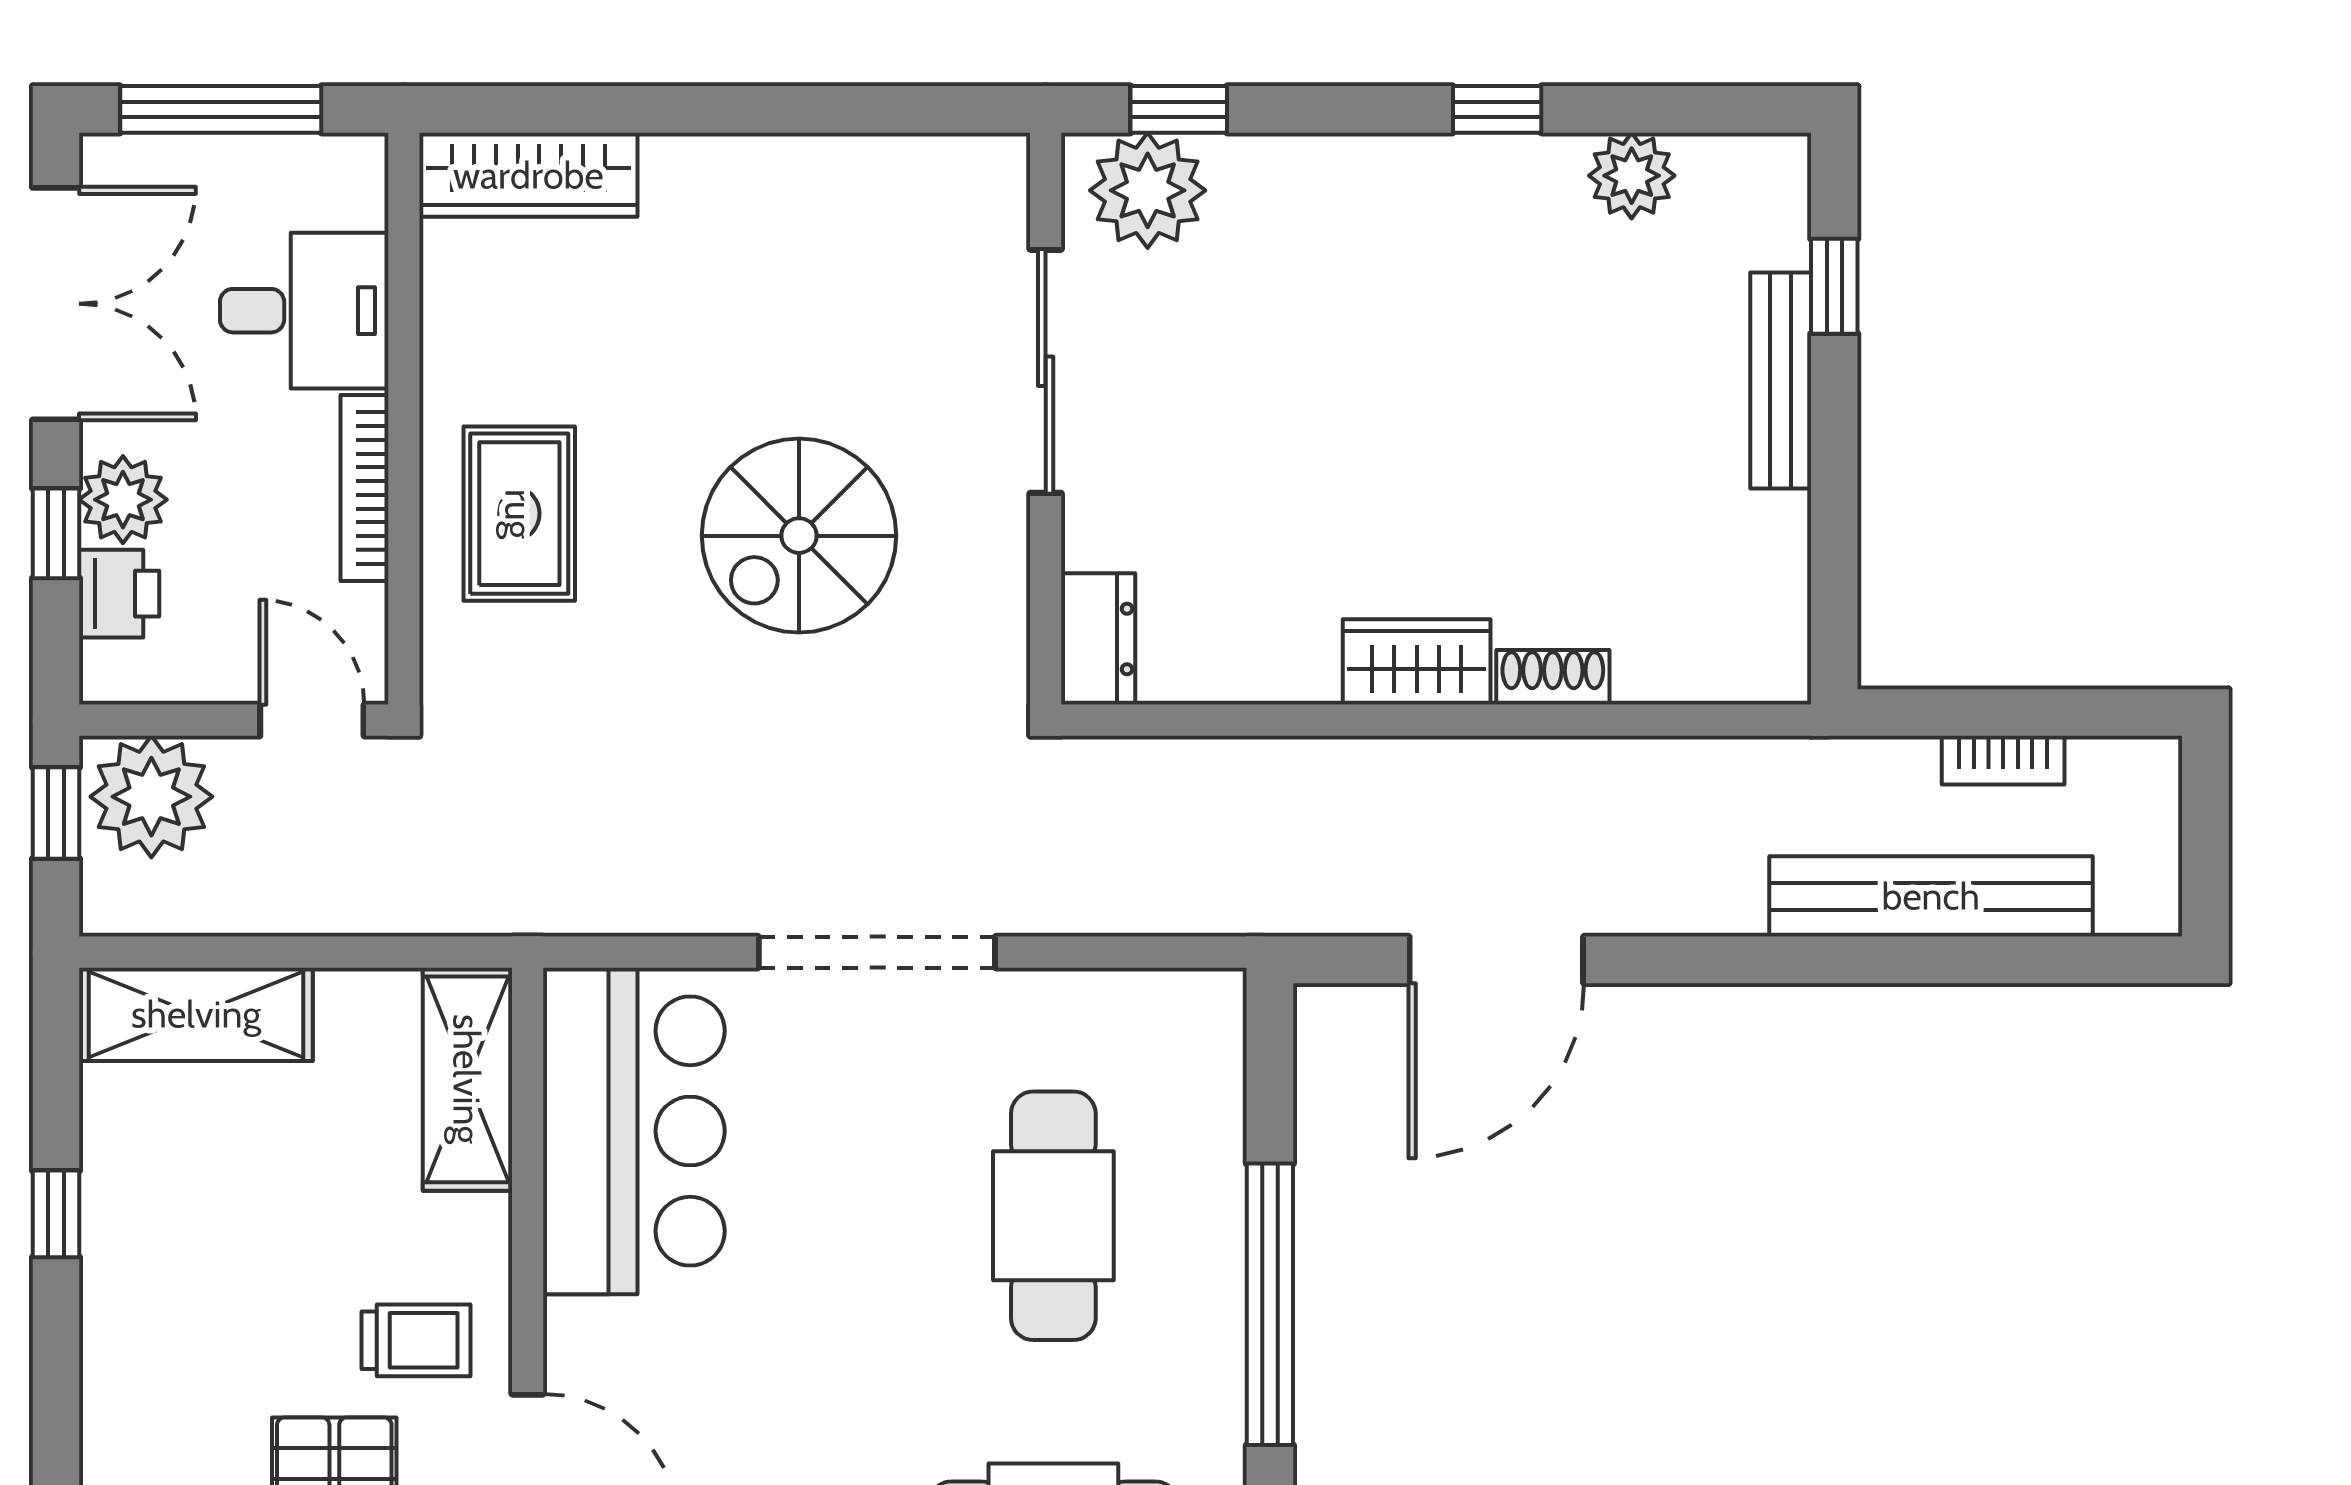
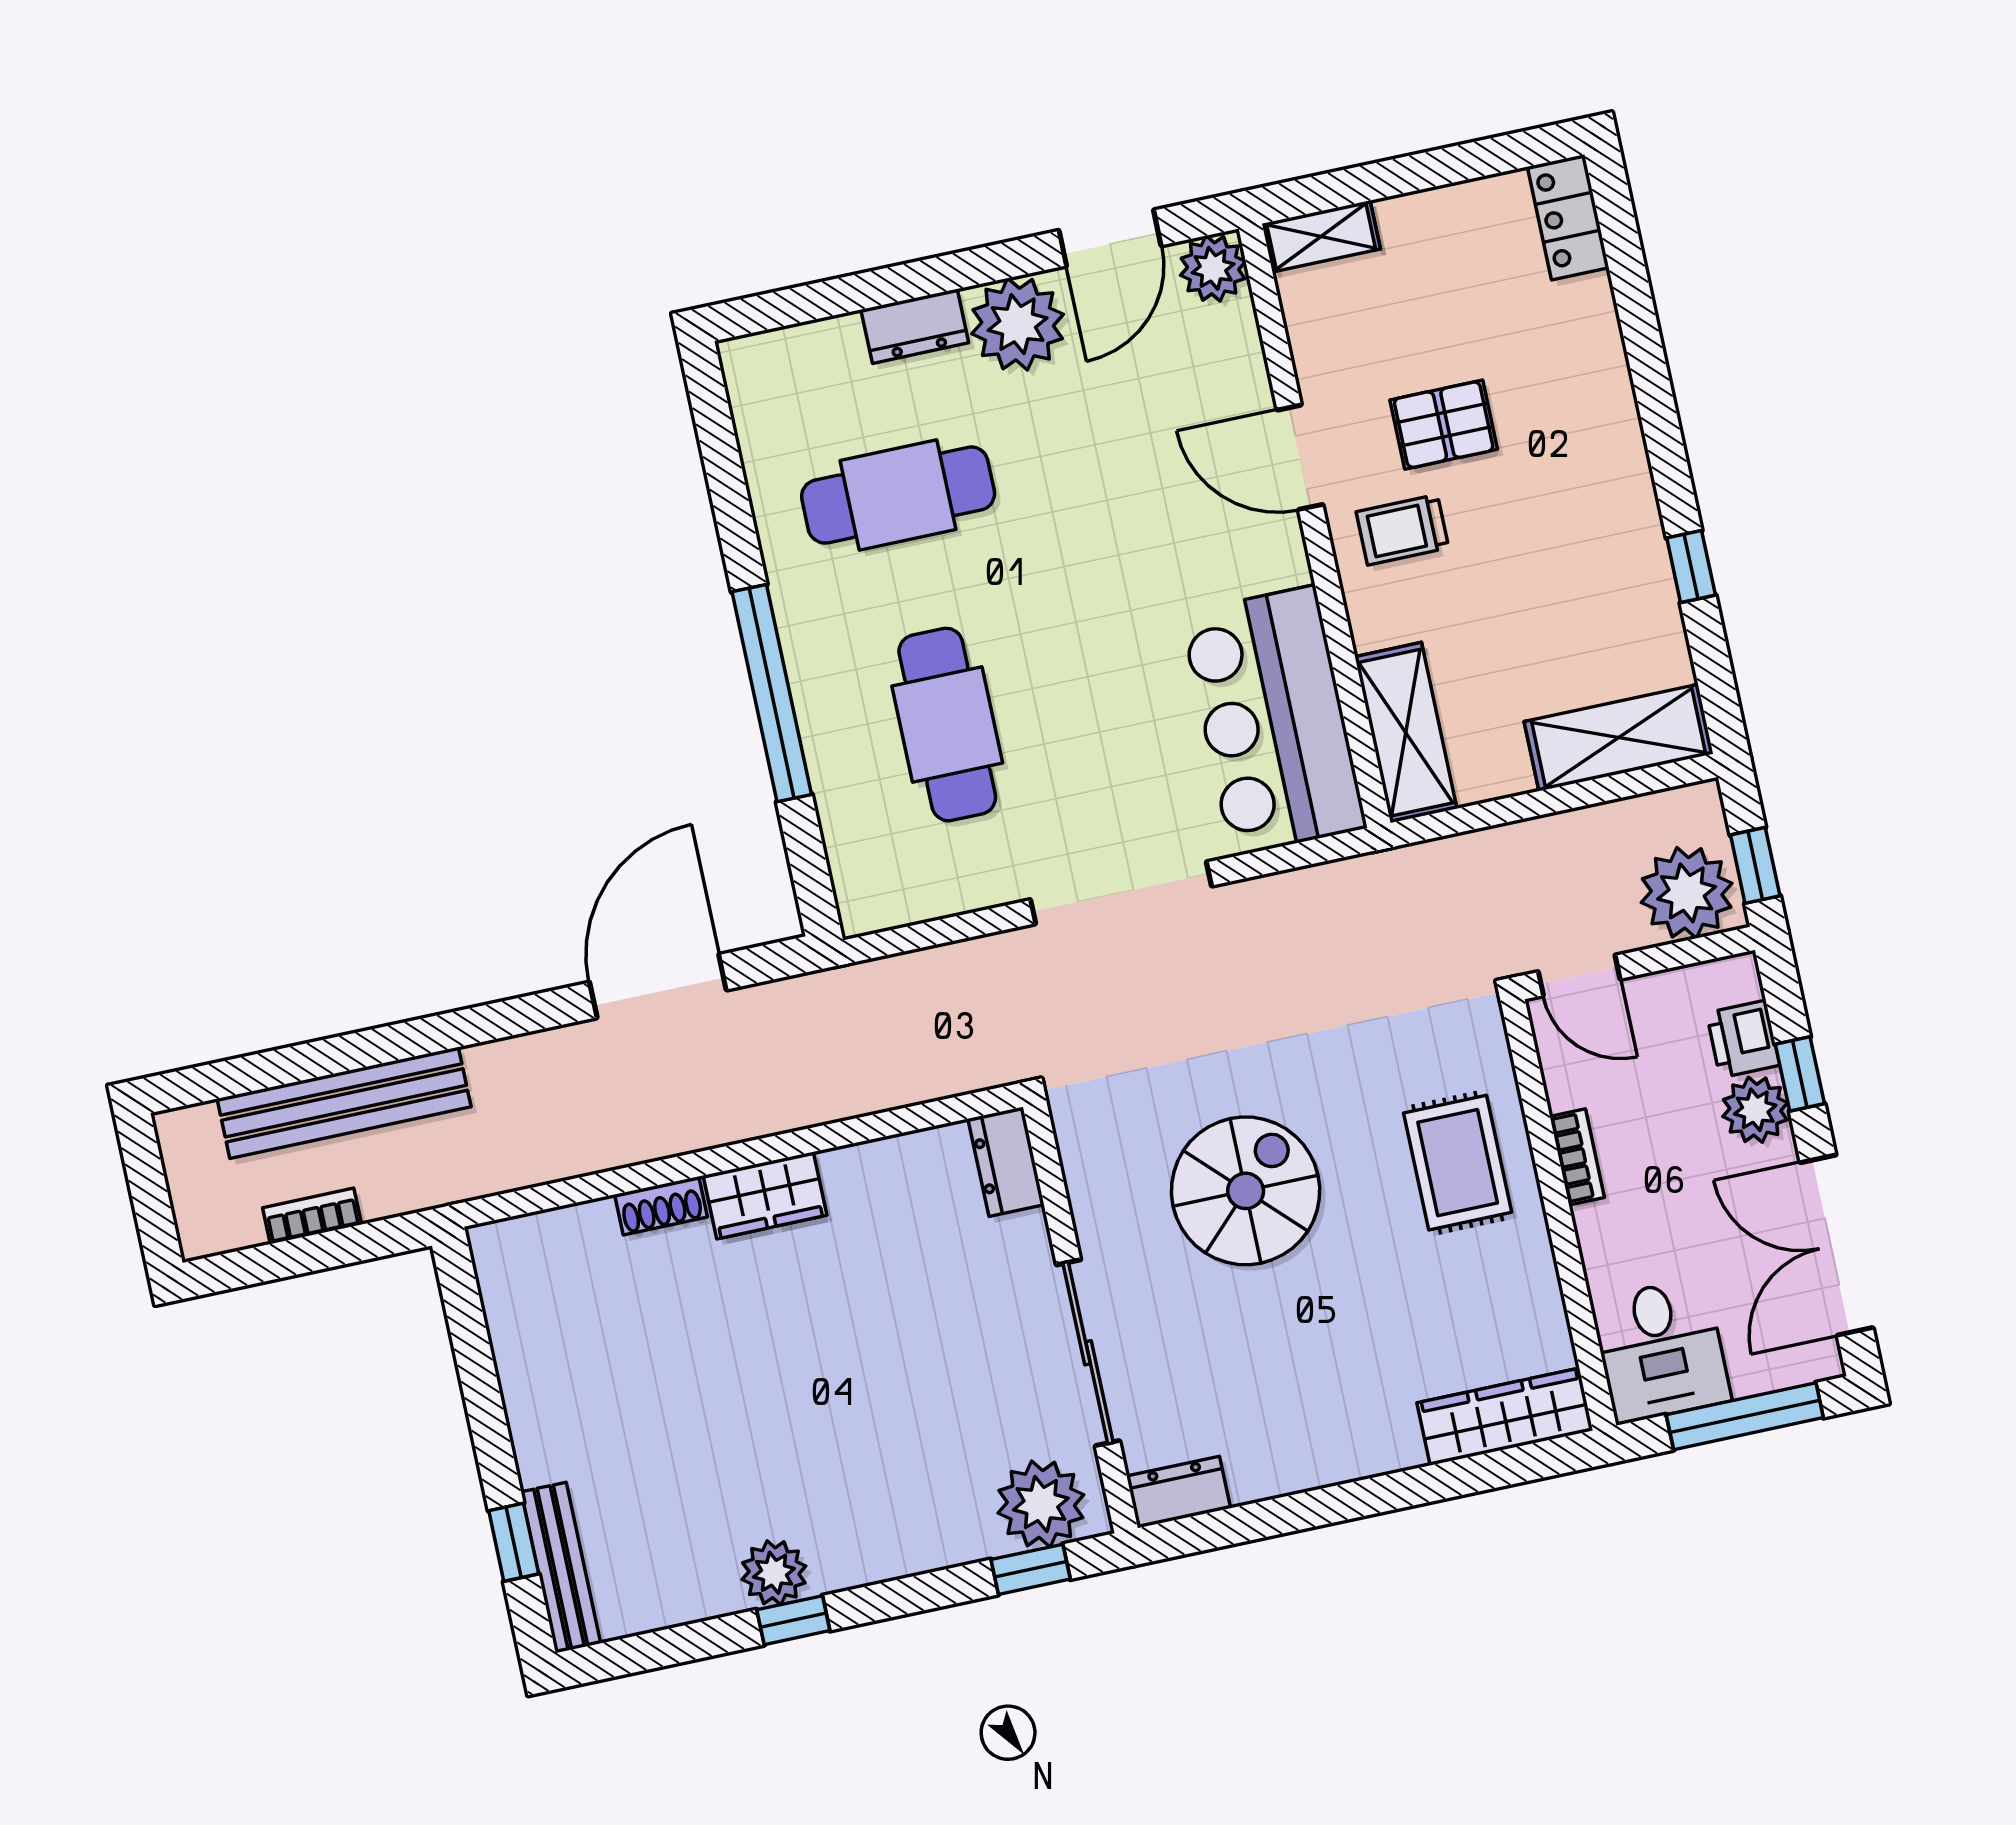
dresser: (968, 168) -> (1179, 1492), added
plant: (1632, 176) -> (774, 1573), moved
desk: (304, 311) -> (1661, 1350), moved, turned -90
bench: (1781, 380) -> (561, 1568), moved
bookcase: (365, 488) -> (1577, 1157), width x0.64

